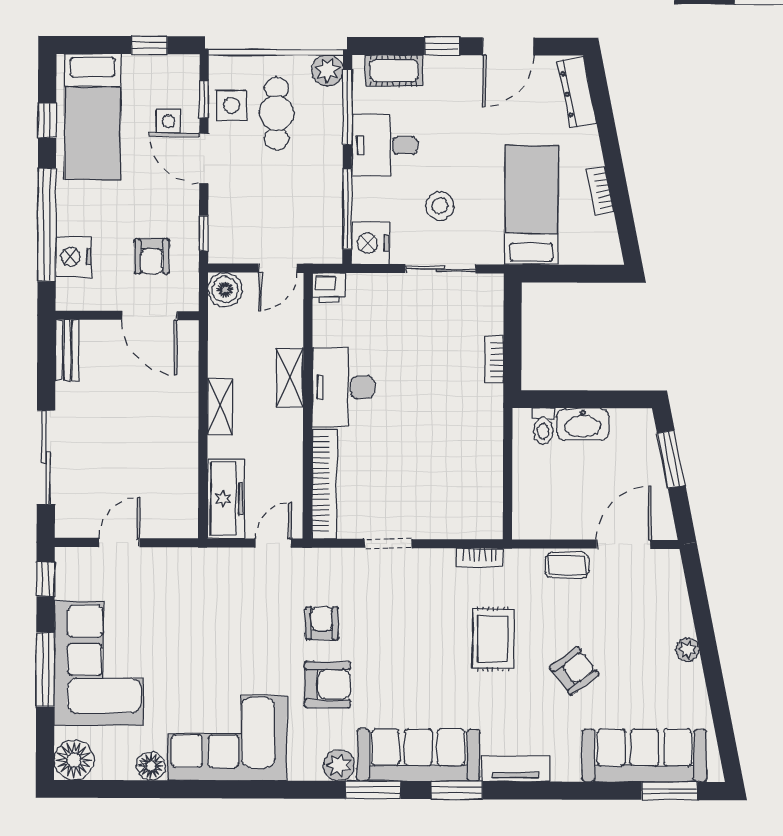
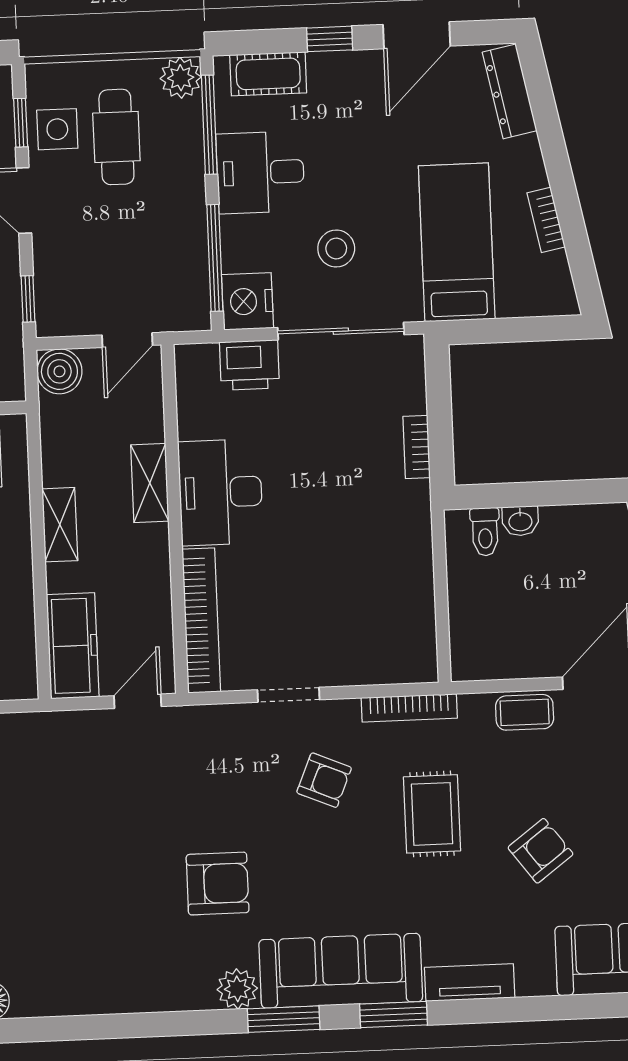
sliding door: (440, 269) -> (341, 331), width x1.37
printer: (329, 288) -> (249, 365), moved, width x1.36, depth x1.24
washbasin: (583, 424) -> (520, 521), width x0.52, depth x0.69
bookcase: (479, 558) -> (409, 708), width x1.56
armchair: (322, 623) -> (324, 780), moved, turned 113
corner sofa: (227, 738) -> (89, 960), removed

